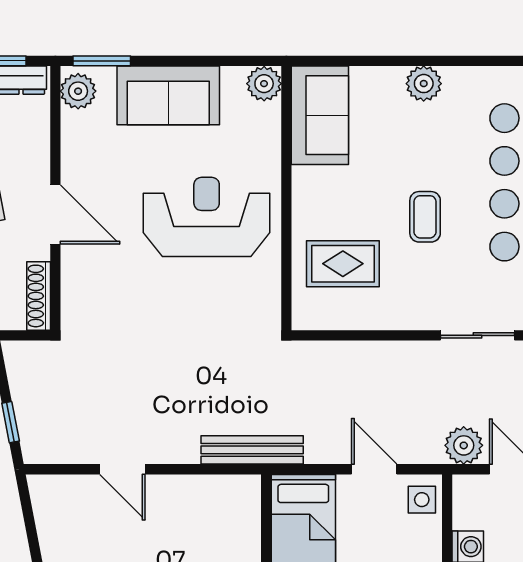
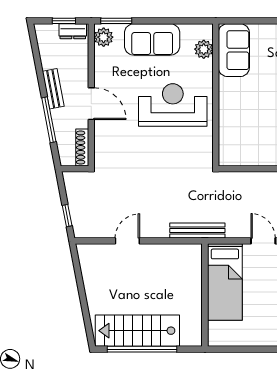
plant: (264, 84) -> (204, 49), moved
rug: (343, 264) -> (246, 130), removed
door: (122, 469) -> (127, 241), swing flipped

